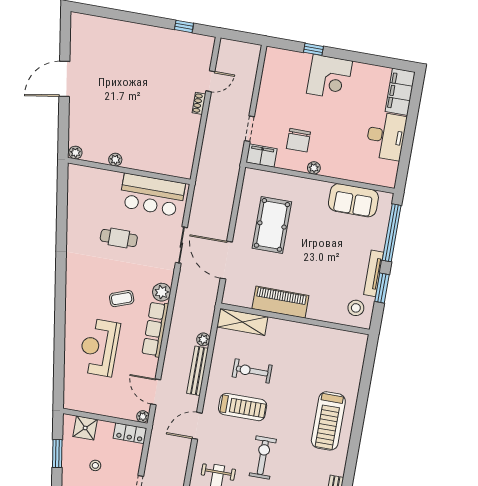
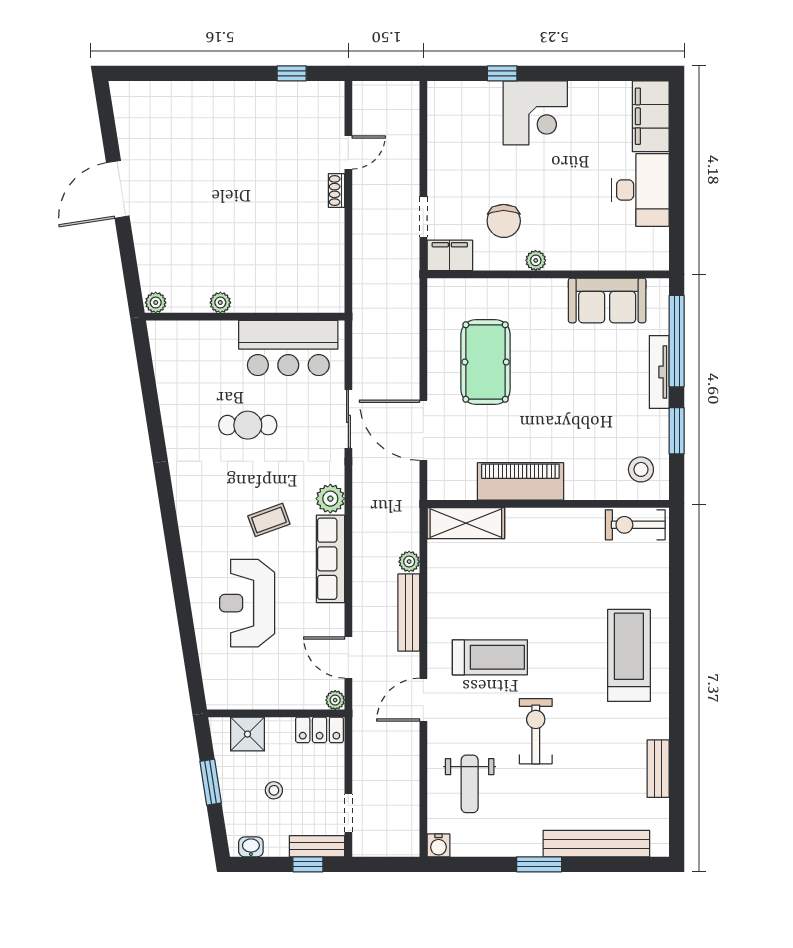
tv unit: (374, 273) -> (659, 372), moved
exercise bike: (252, 371) -> (635, 525), moved
treadmill: (328, 421) -> (629, 655), turned 180

